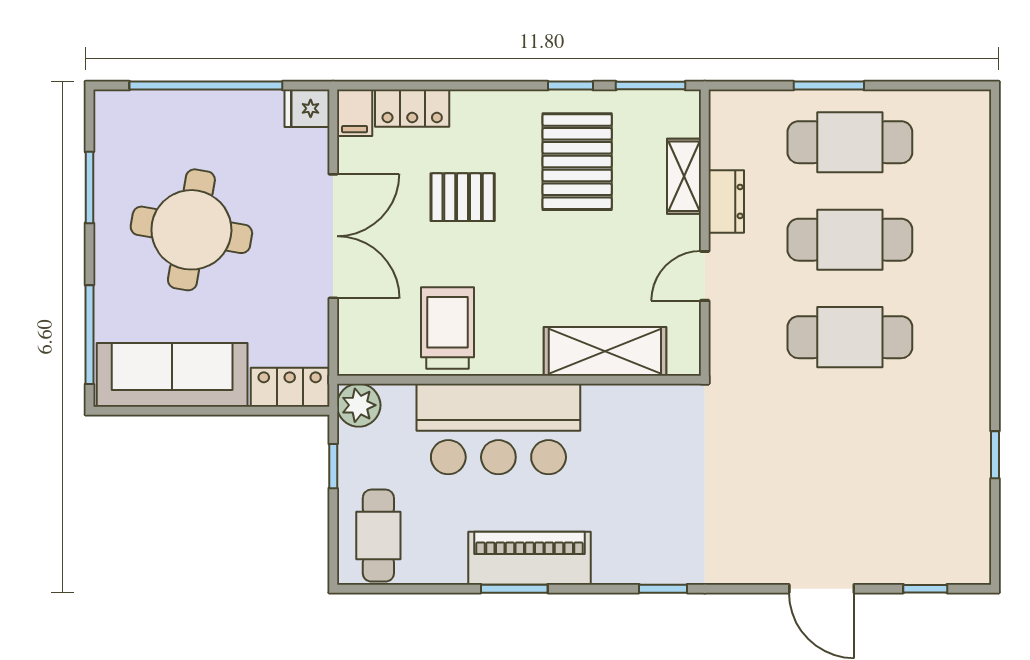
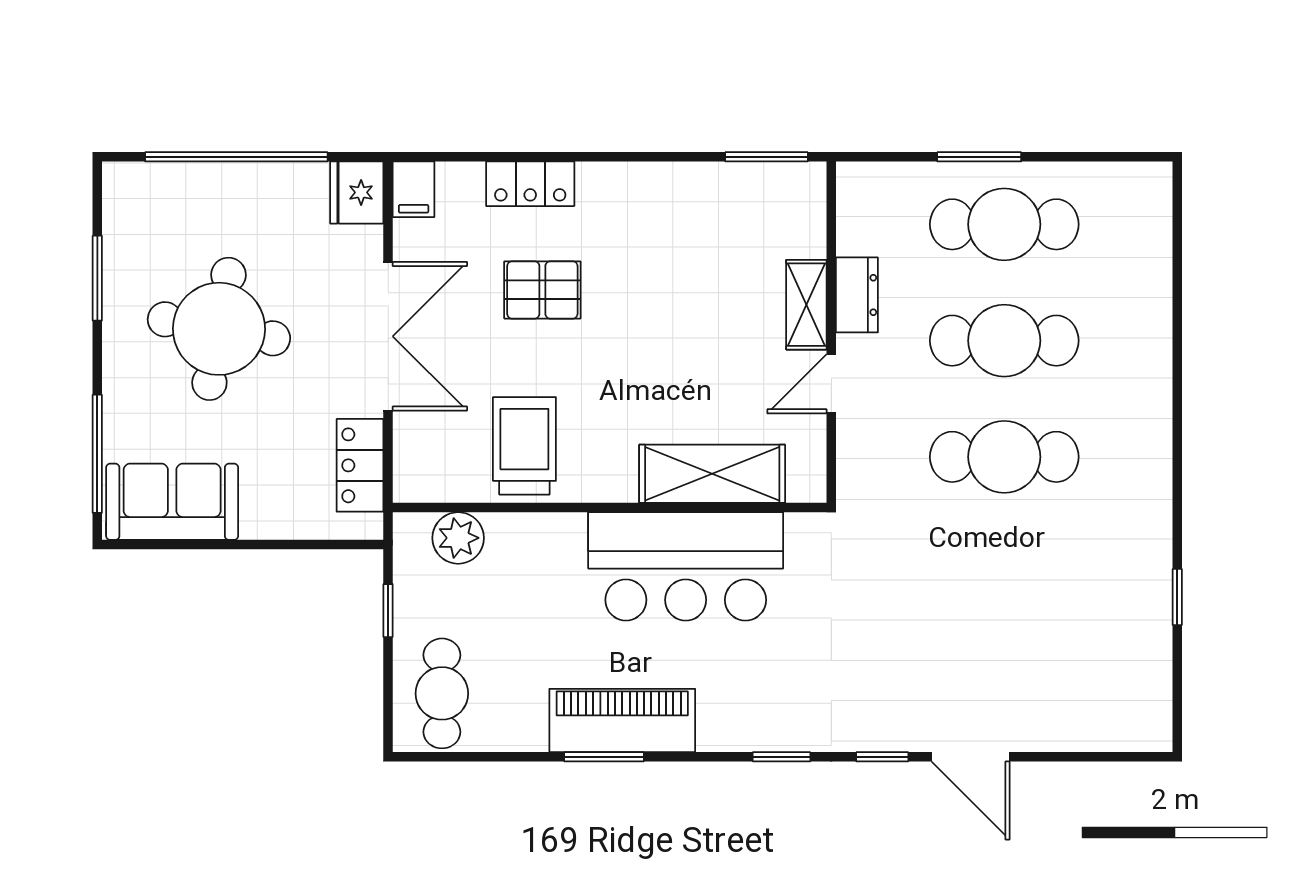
window: (571, 86) -> (671, 157), removed
fridge: (307, 108) -> (357, 192), width x1.38
locker: (412, 108) -> (530, 184), moved
pallet: (577, 162) -> (679, 247), removed
shelving: (684, 176) -> (806, 305), moved
sofa: (172, 375) -> (172, 502), width x0.73
locker: (290, 387) -> (360, 465), moved, turned -90
plant: (359, 405) -> (458, 538), moved
bar counter: (498, 429) -> (686, 566), moved
window: (925, 589) -> (882, 757), moved

